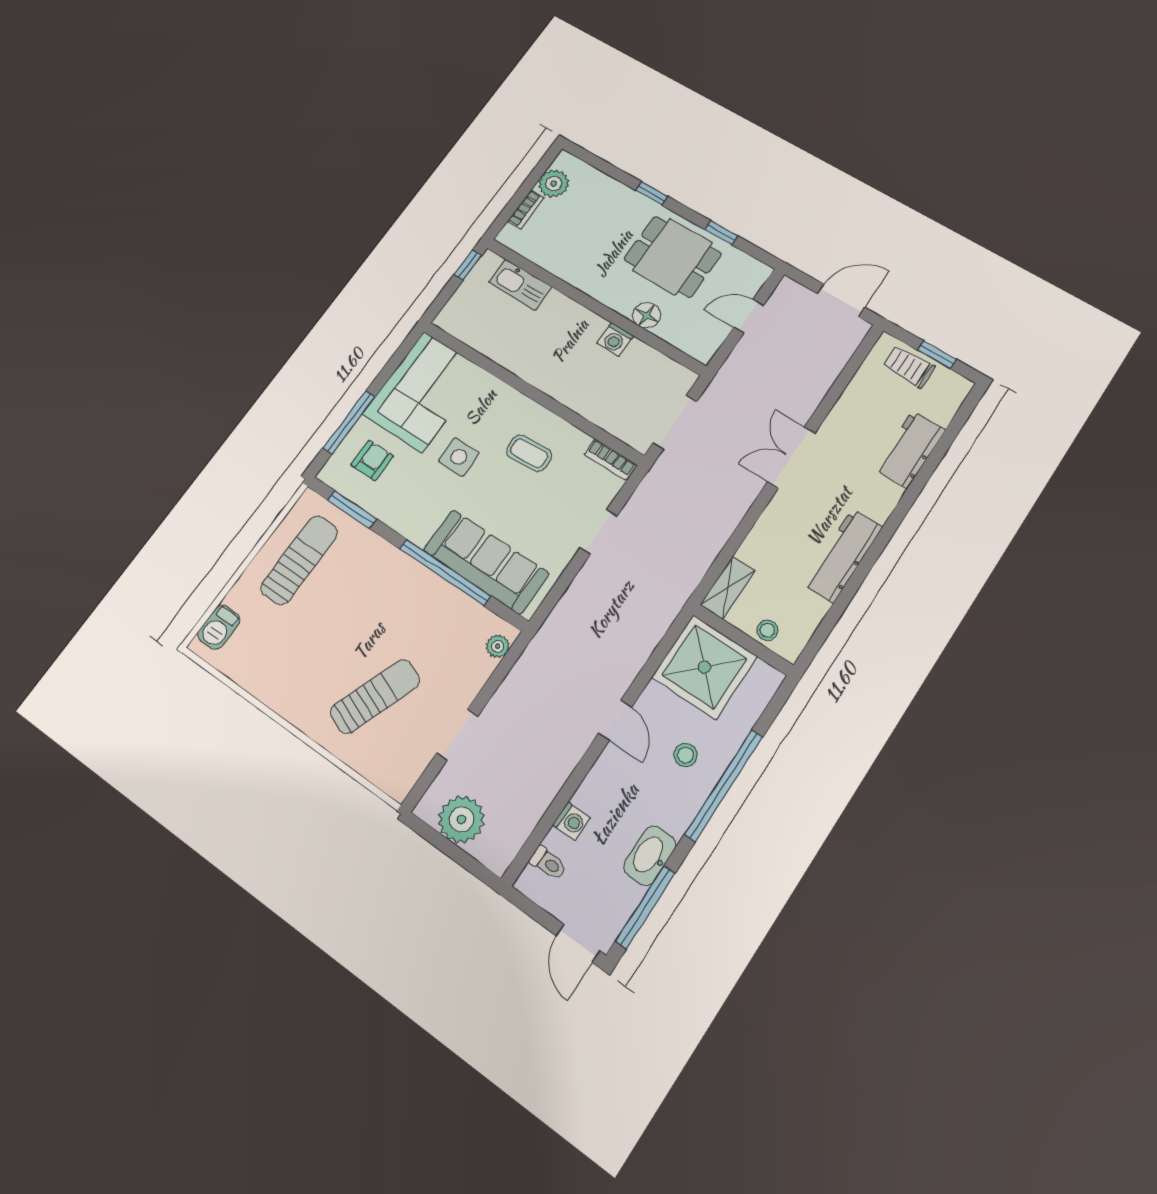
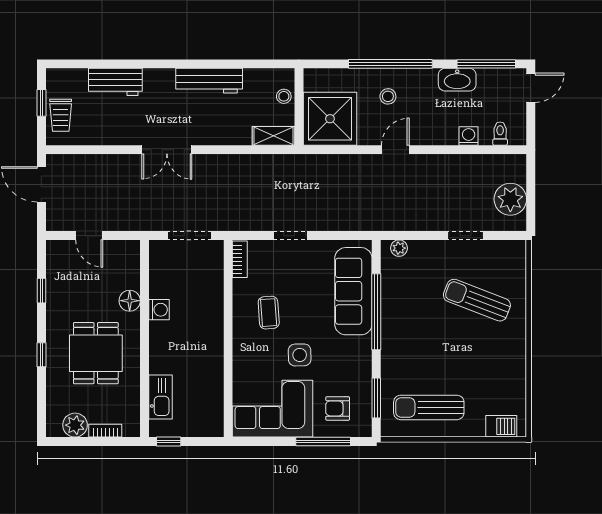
dining table: (673, 257) -> (96, 353), moved

